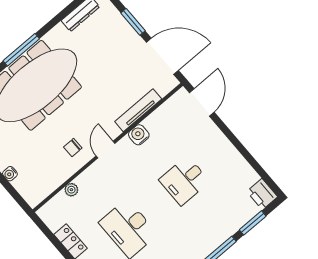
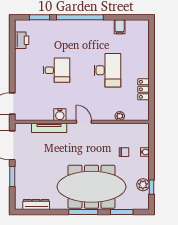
chair: (73, 148) -> (124, 152), moved
door: (105, 150) -> (84, 122), swing flipped
printer: (262, 194) -> (22, 40), moved

